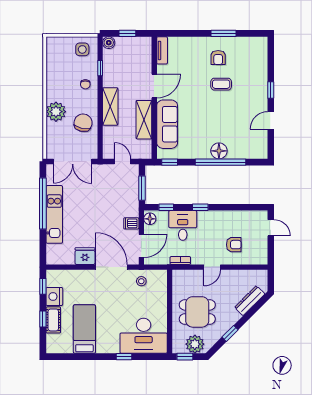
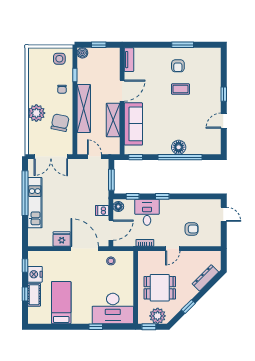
shelving: (110, 106) -> (84, 109), width x1.47

